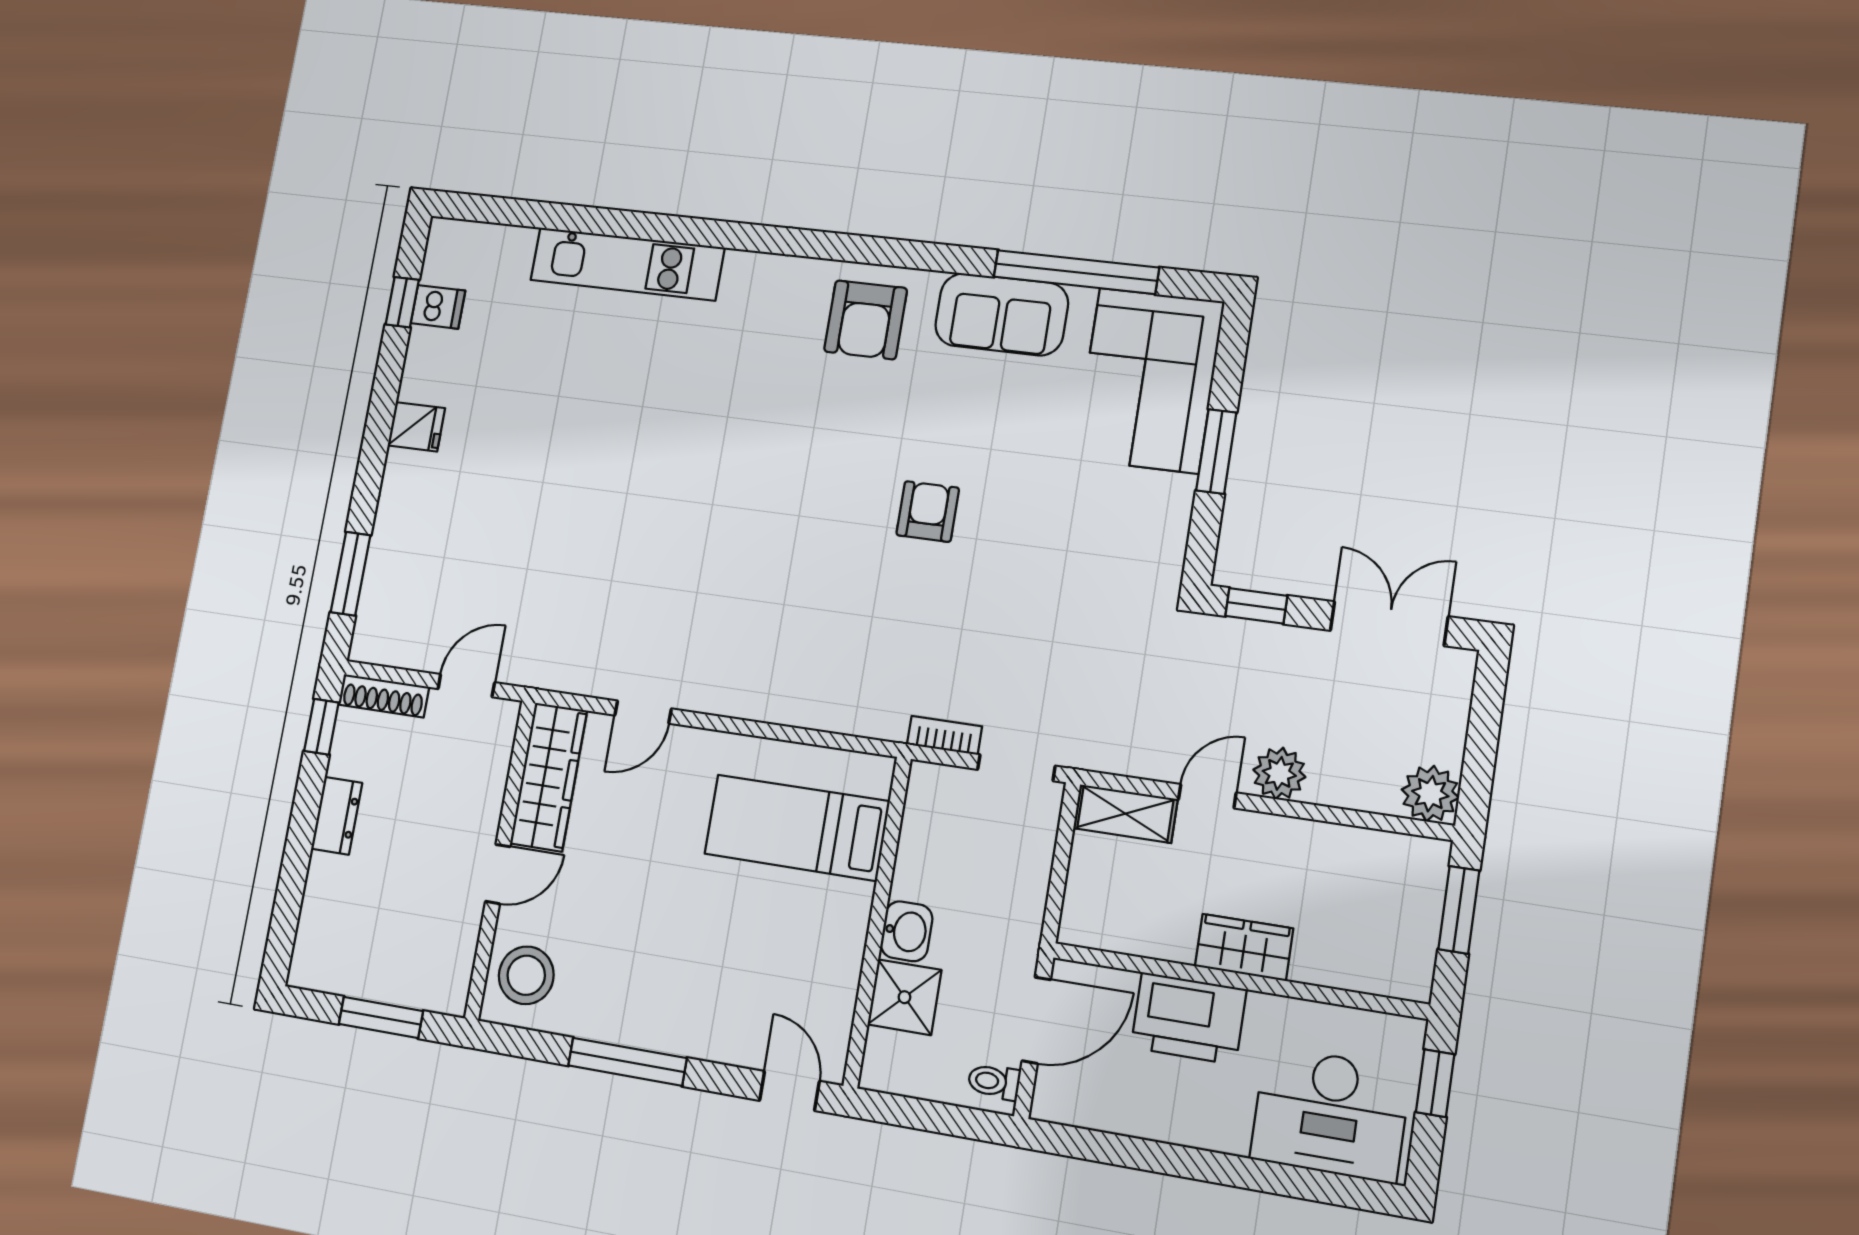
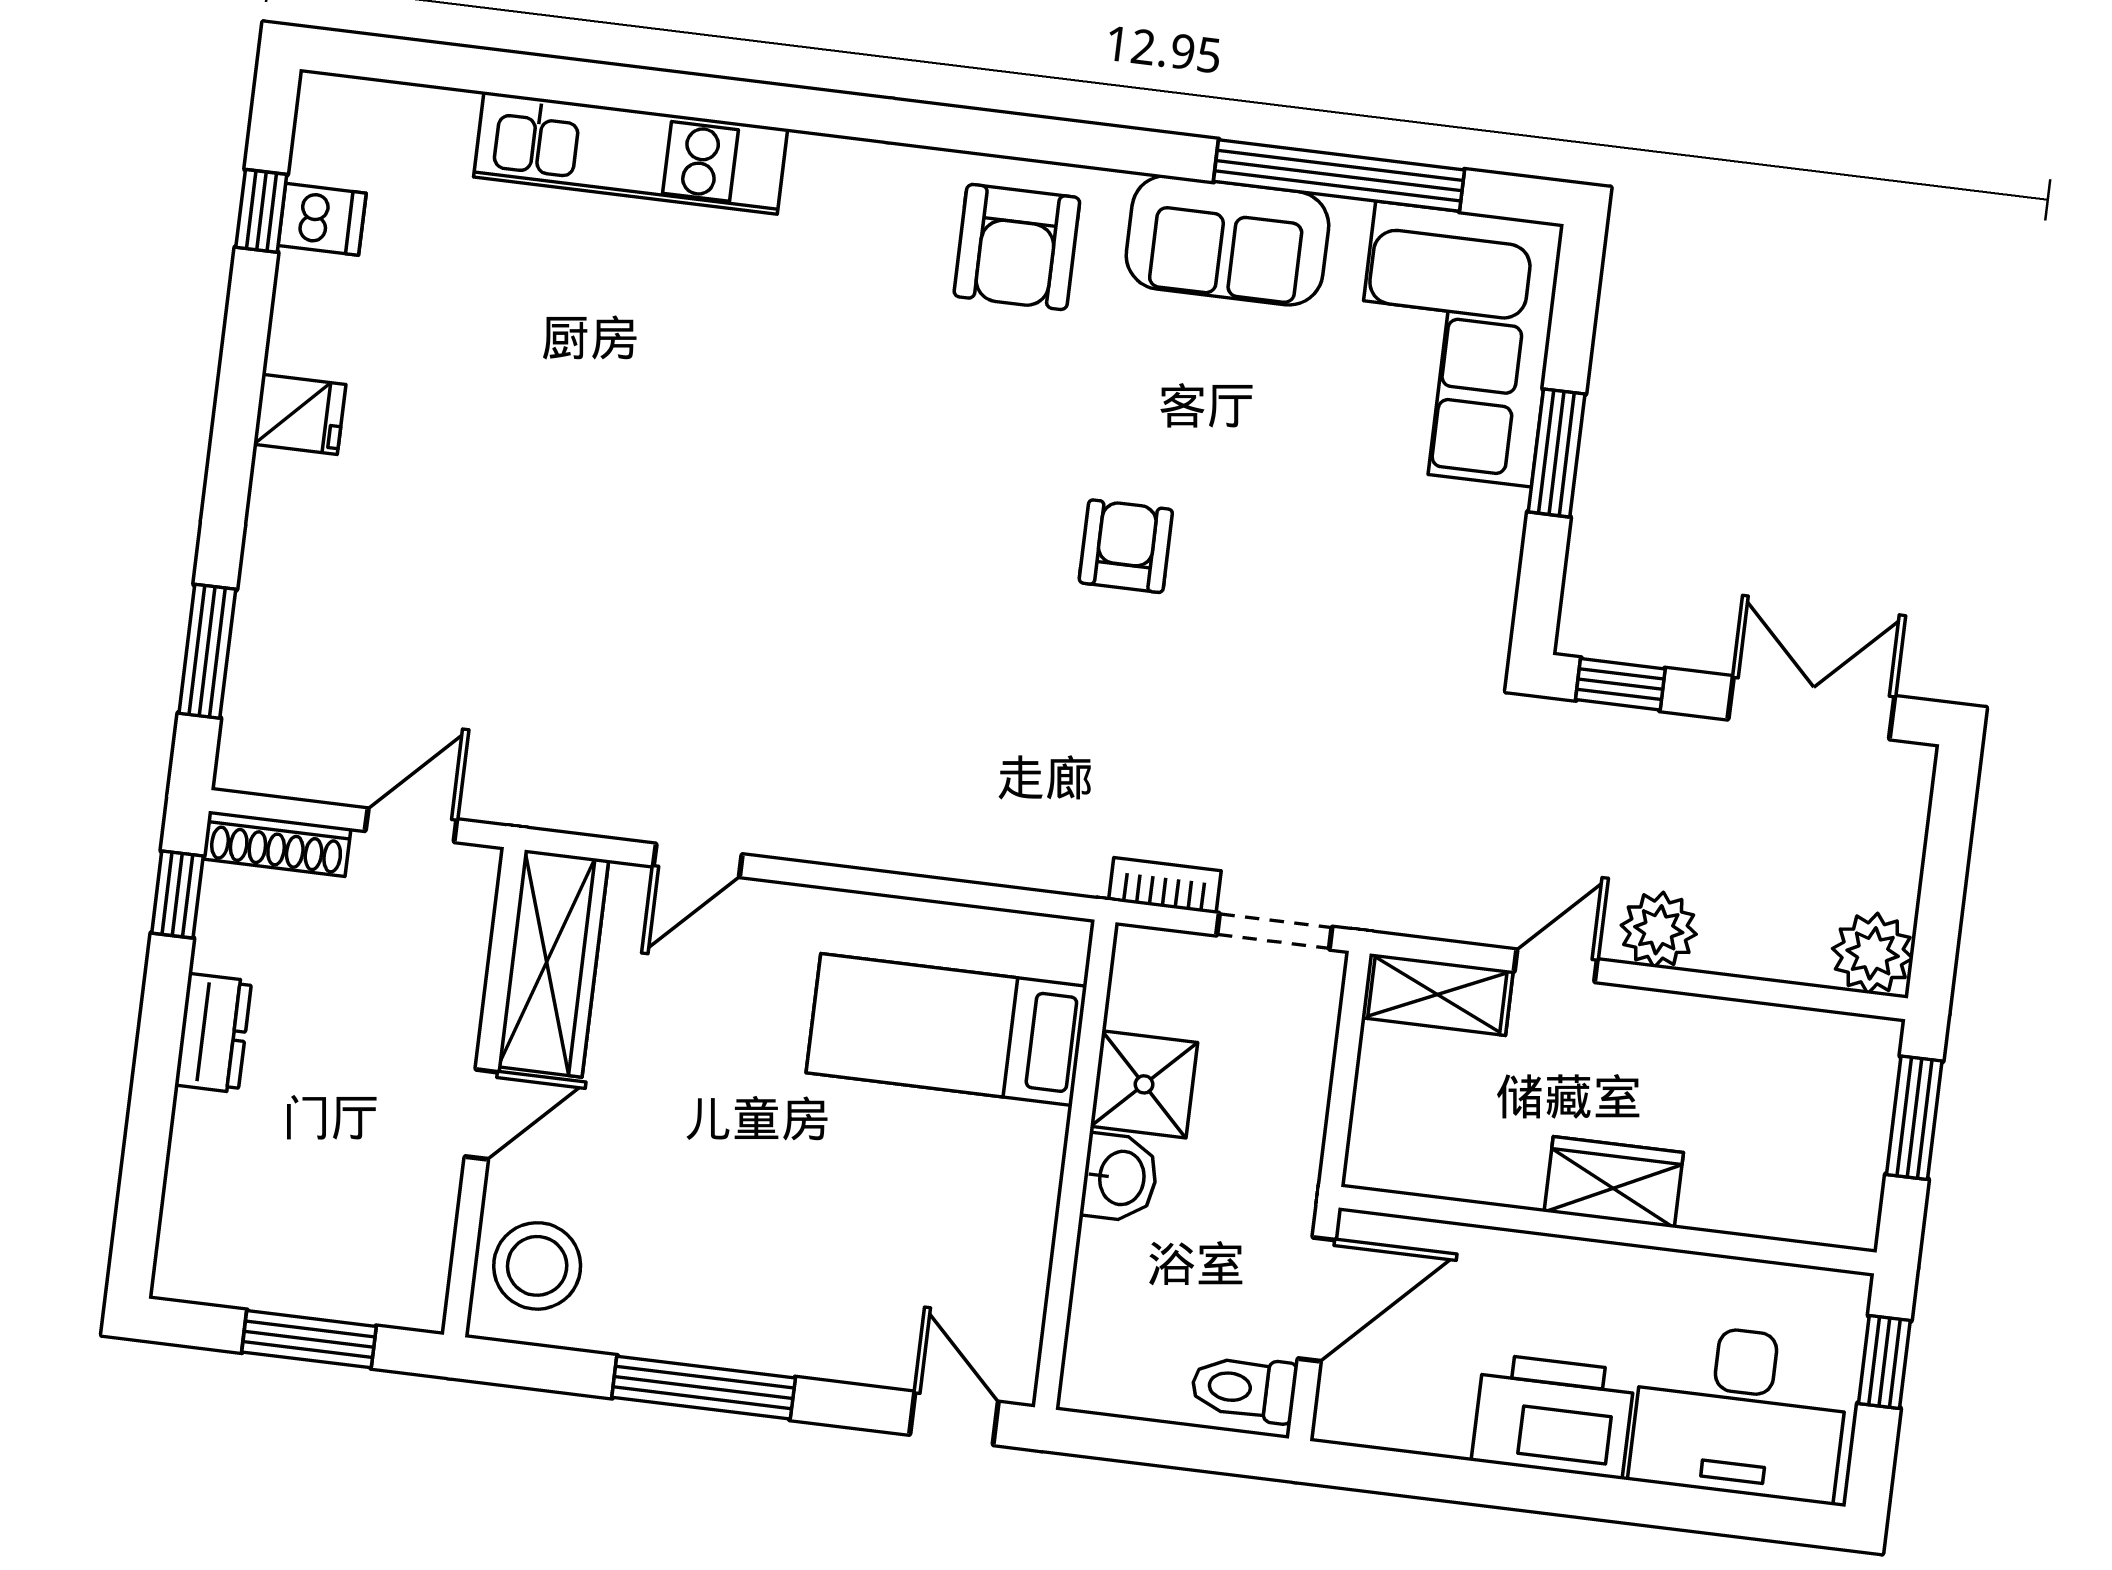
shower: (904, 997) -> (1144, 1084), moved
printer: (1189, 1018) -> (1553, 1416), moved, turned 180
toilet: (994, 1082) -> (1244, 1388), width x1.37, depth x1.39

